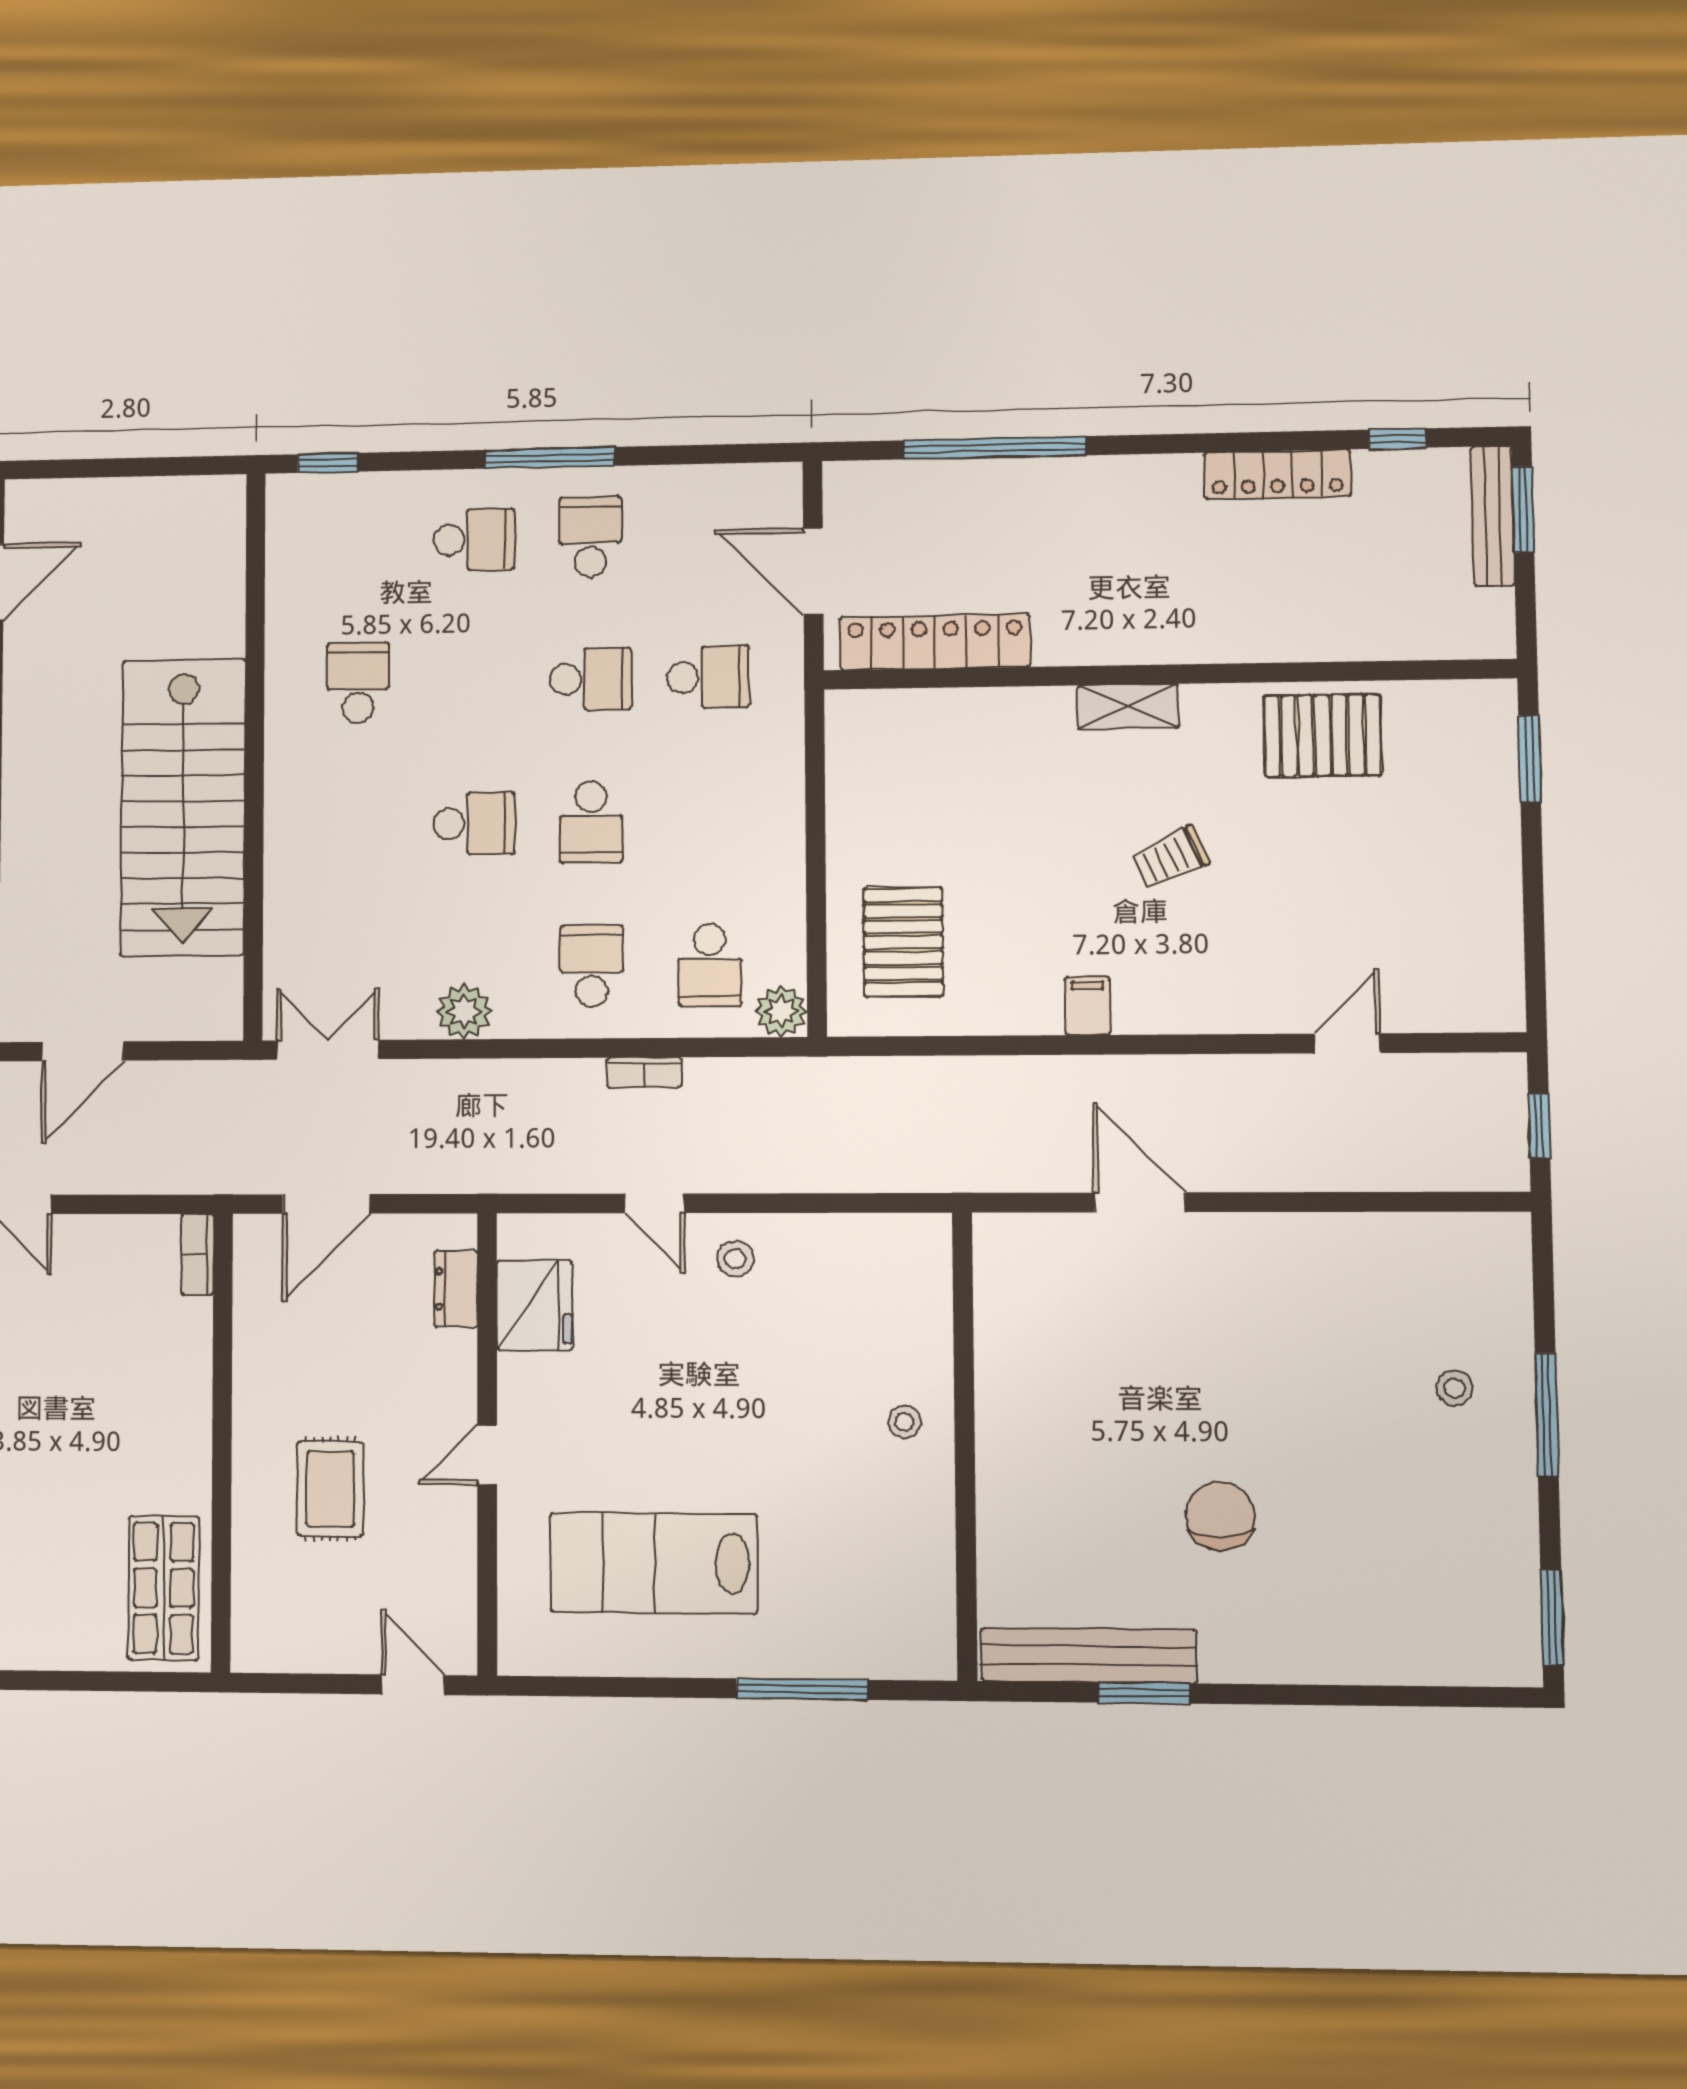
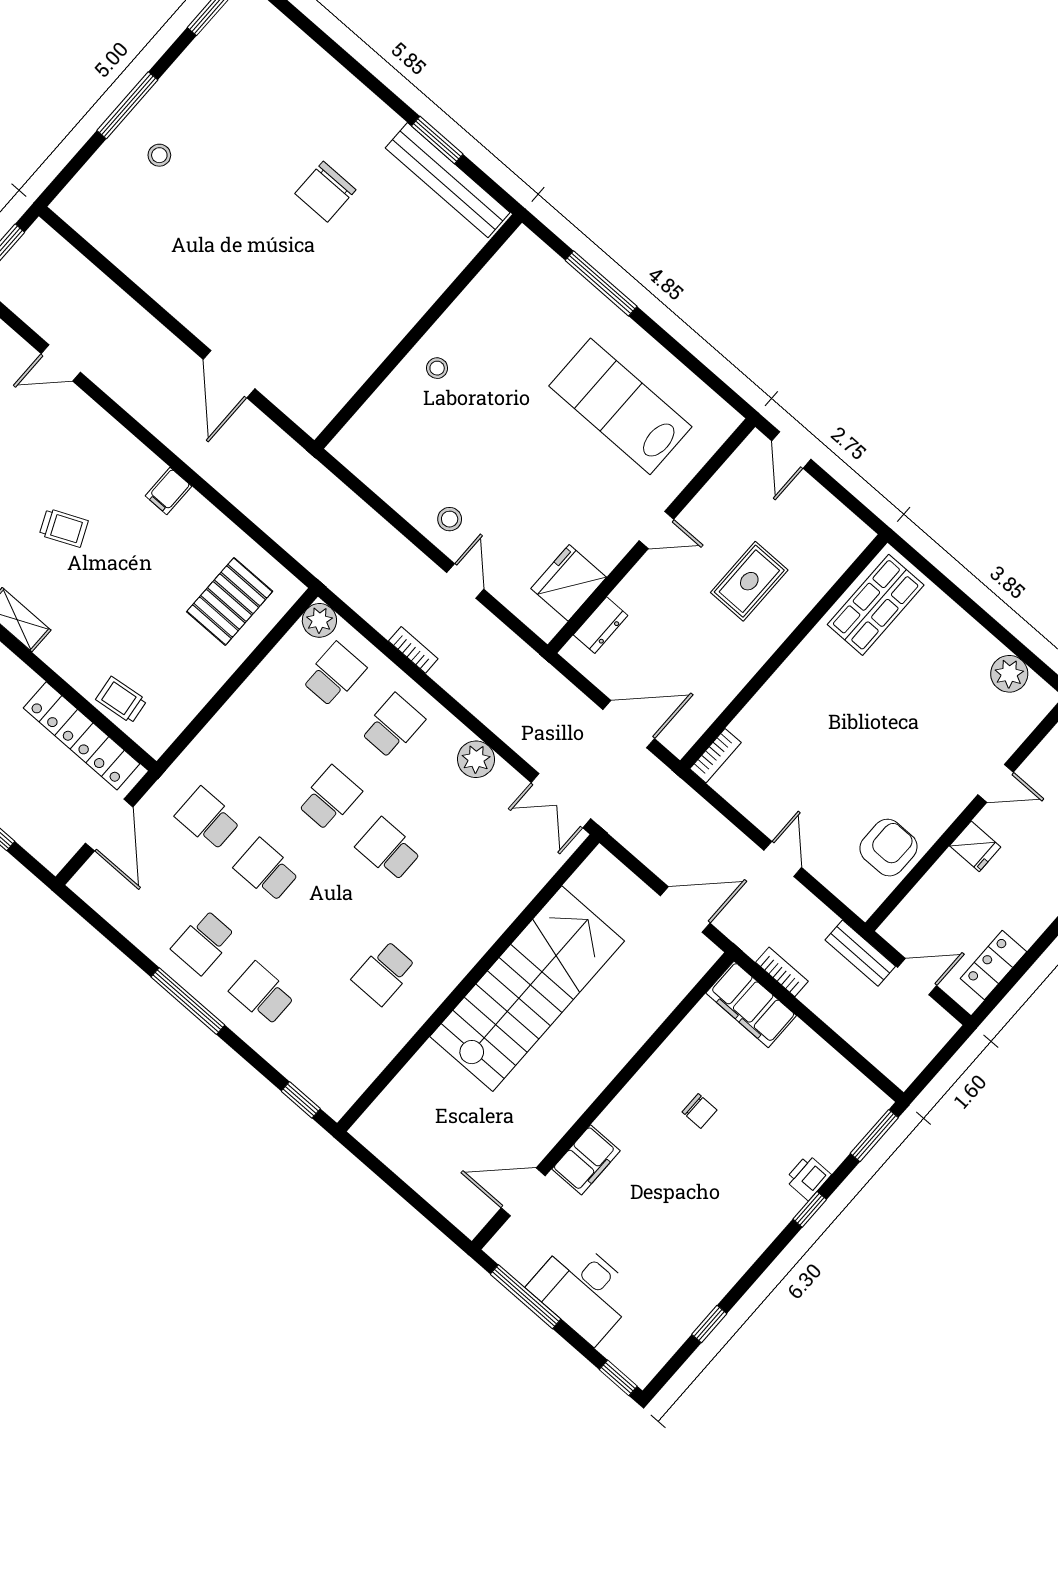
trolley: (926, 722) -> (121, 700), added
school desk: (592, 966) -> (393, 726), turned 180
lab bench: (654, 1563) -> (620, 406), turned 180

